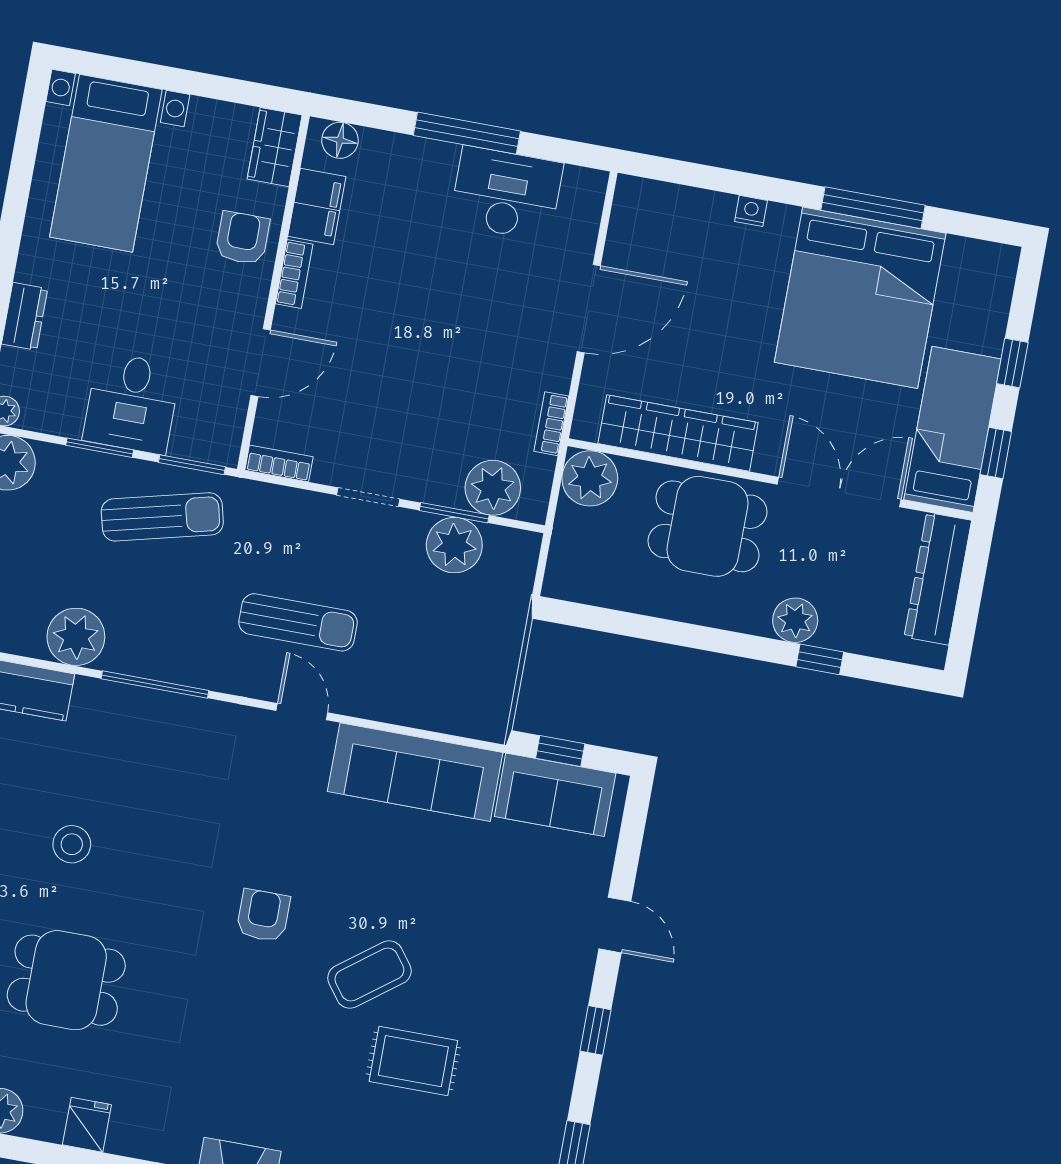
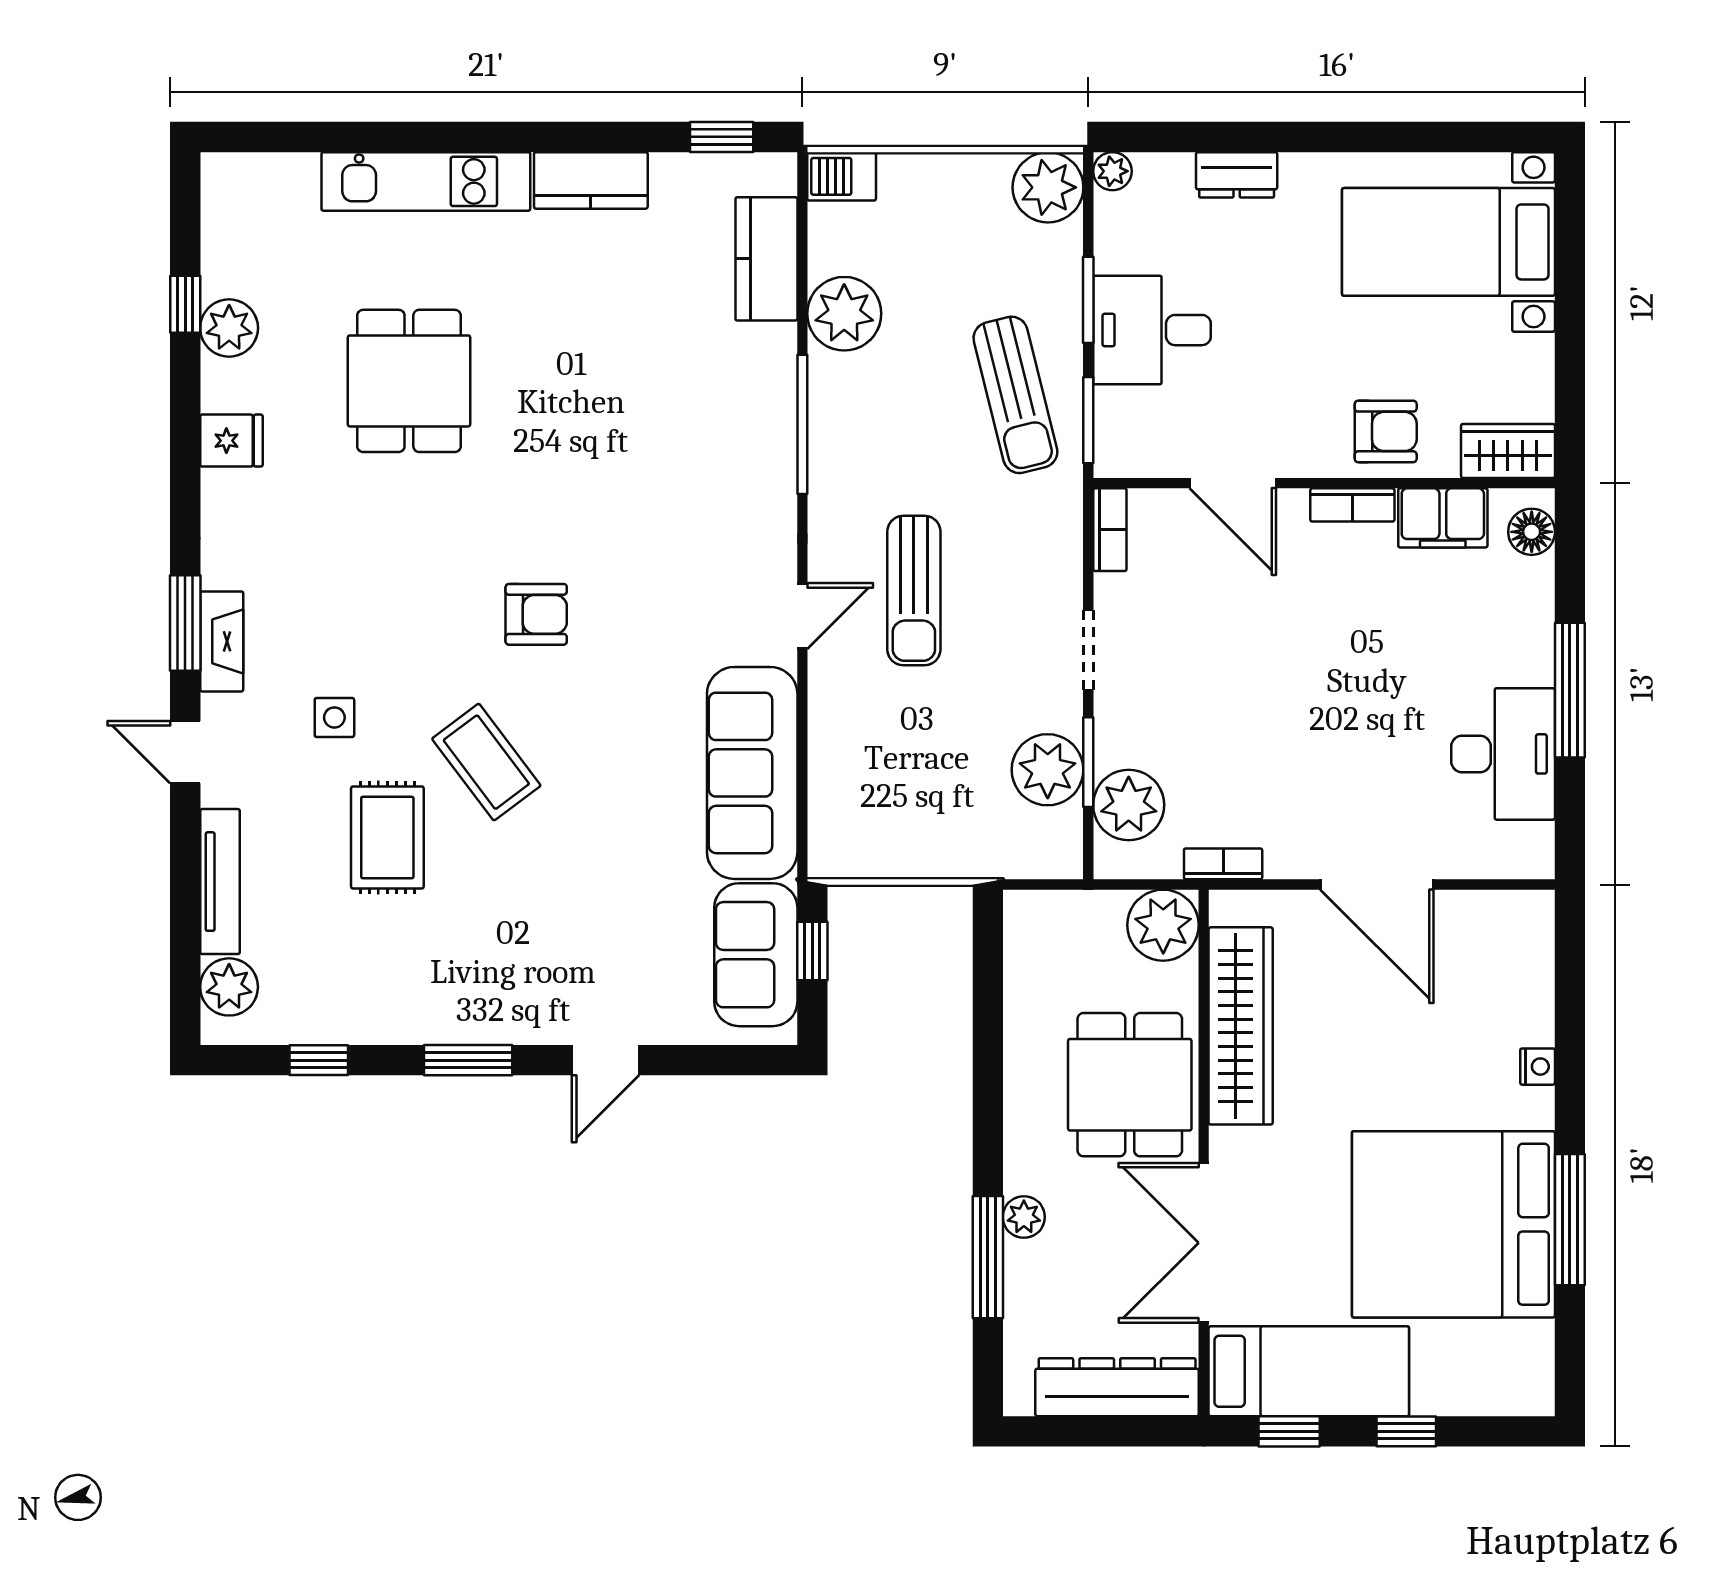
double door: (839, 492) -> (1204, 1243), swing flipped
plant: (795, 620) -> (1024, 1217), width x0.73, depth x0.73
window: (820, 659) -> (988, 1257), width x2.17
stool: (72, 844) -> (582, 357), removed
window: (595, 1030) -> (468, 1060), width x1.50
side table: (314, 1085) -> (334, 717), added

